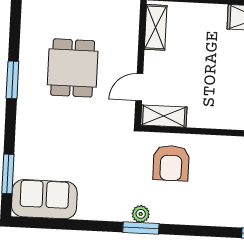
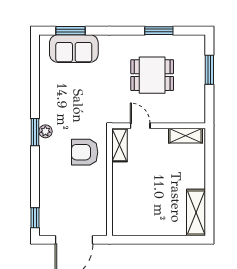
window: (12, 80) -> (159, 31), moved
sofa: (44, 199) -> (74, 49), moved, turned 90

